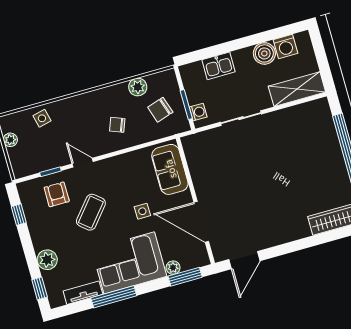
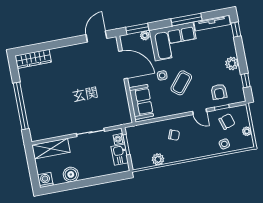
washing machine: (286, 46) -> (45, 180), moved
kitchen sink: (219, 66) -> (120, 155), moved, turned -90
chair: (160, 110) -> (227, 121), moved
coffee table: (91, 212) -> (181, 83), moved
plant: (47, 260) -> (232, 63), moved
tv unit: (83, 293) -> (212, 23), width x1.41

